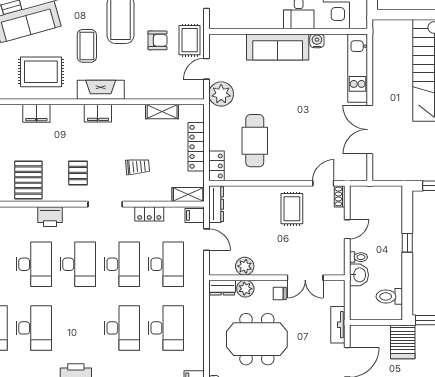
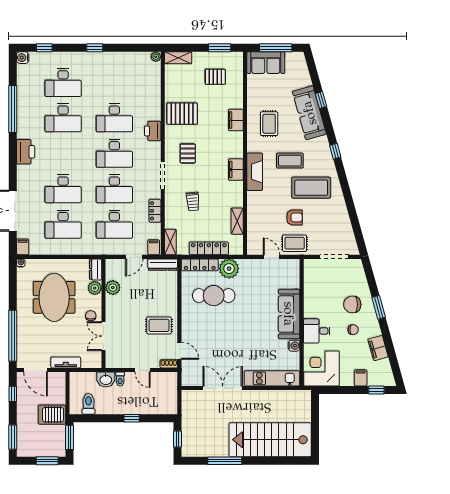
armchair: (158, 40) -> (294, 217), turned -90
rug: (41, 72) -> (269, 124), width x0.73, depth x0.70
plant: (221, 94) -> (229, 269), moved
locker: (216, 166) -> (200, 265), width x1.53
pallet: (78, 173) -> (188, 153), turned 90

